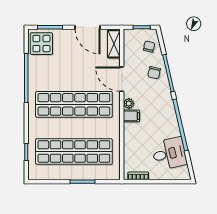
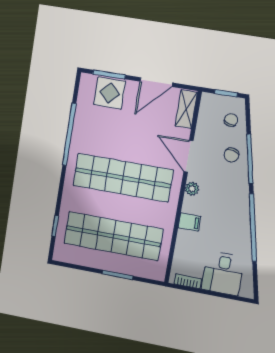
door: (88, 27) -> (156, 82), hinge flipped
display table: (41, 44) -> (110, 93), moved
filing cabinet: (131, 116) -> (189, 222), moved
desk: (169, 154) -> (223, 273), moved, turned 103

